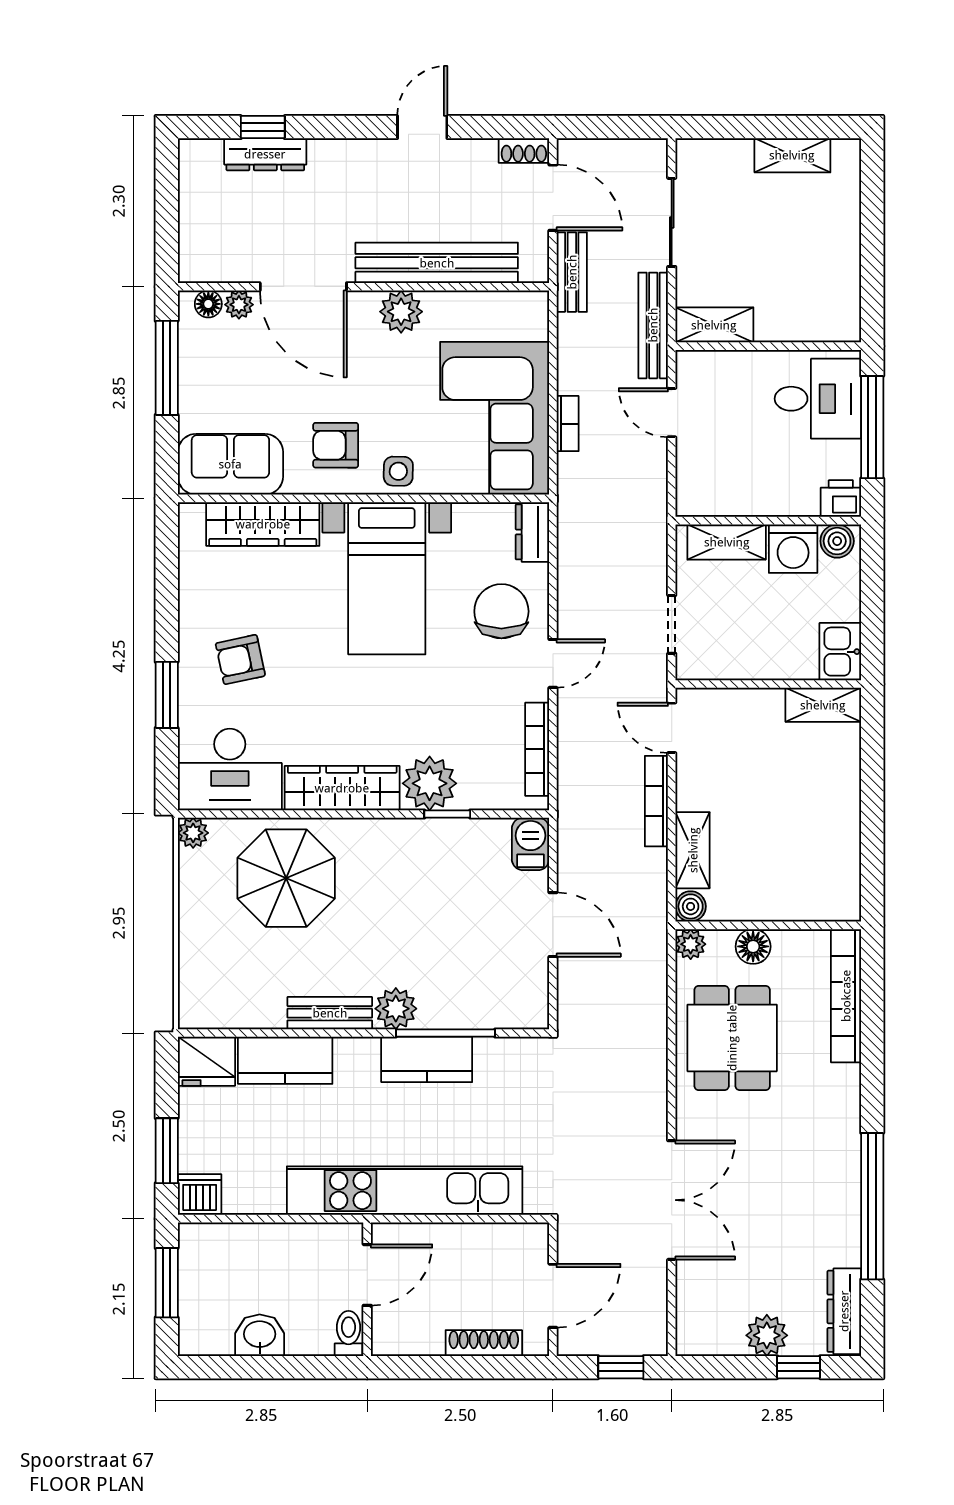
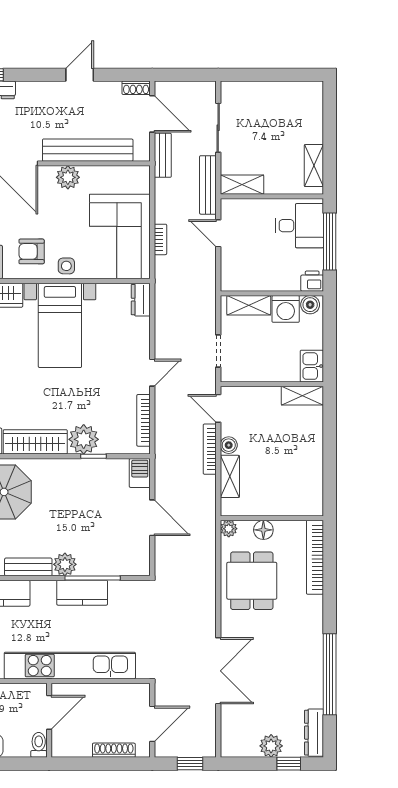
shelving: (792, 155) -> (314, 166), moved, turned 90
chair: (501, 611) -> (124, 344), removed
boiler: (691, 906) -> (229, 445), moved

